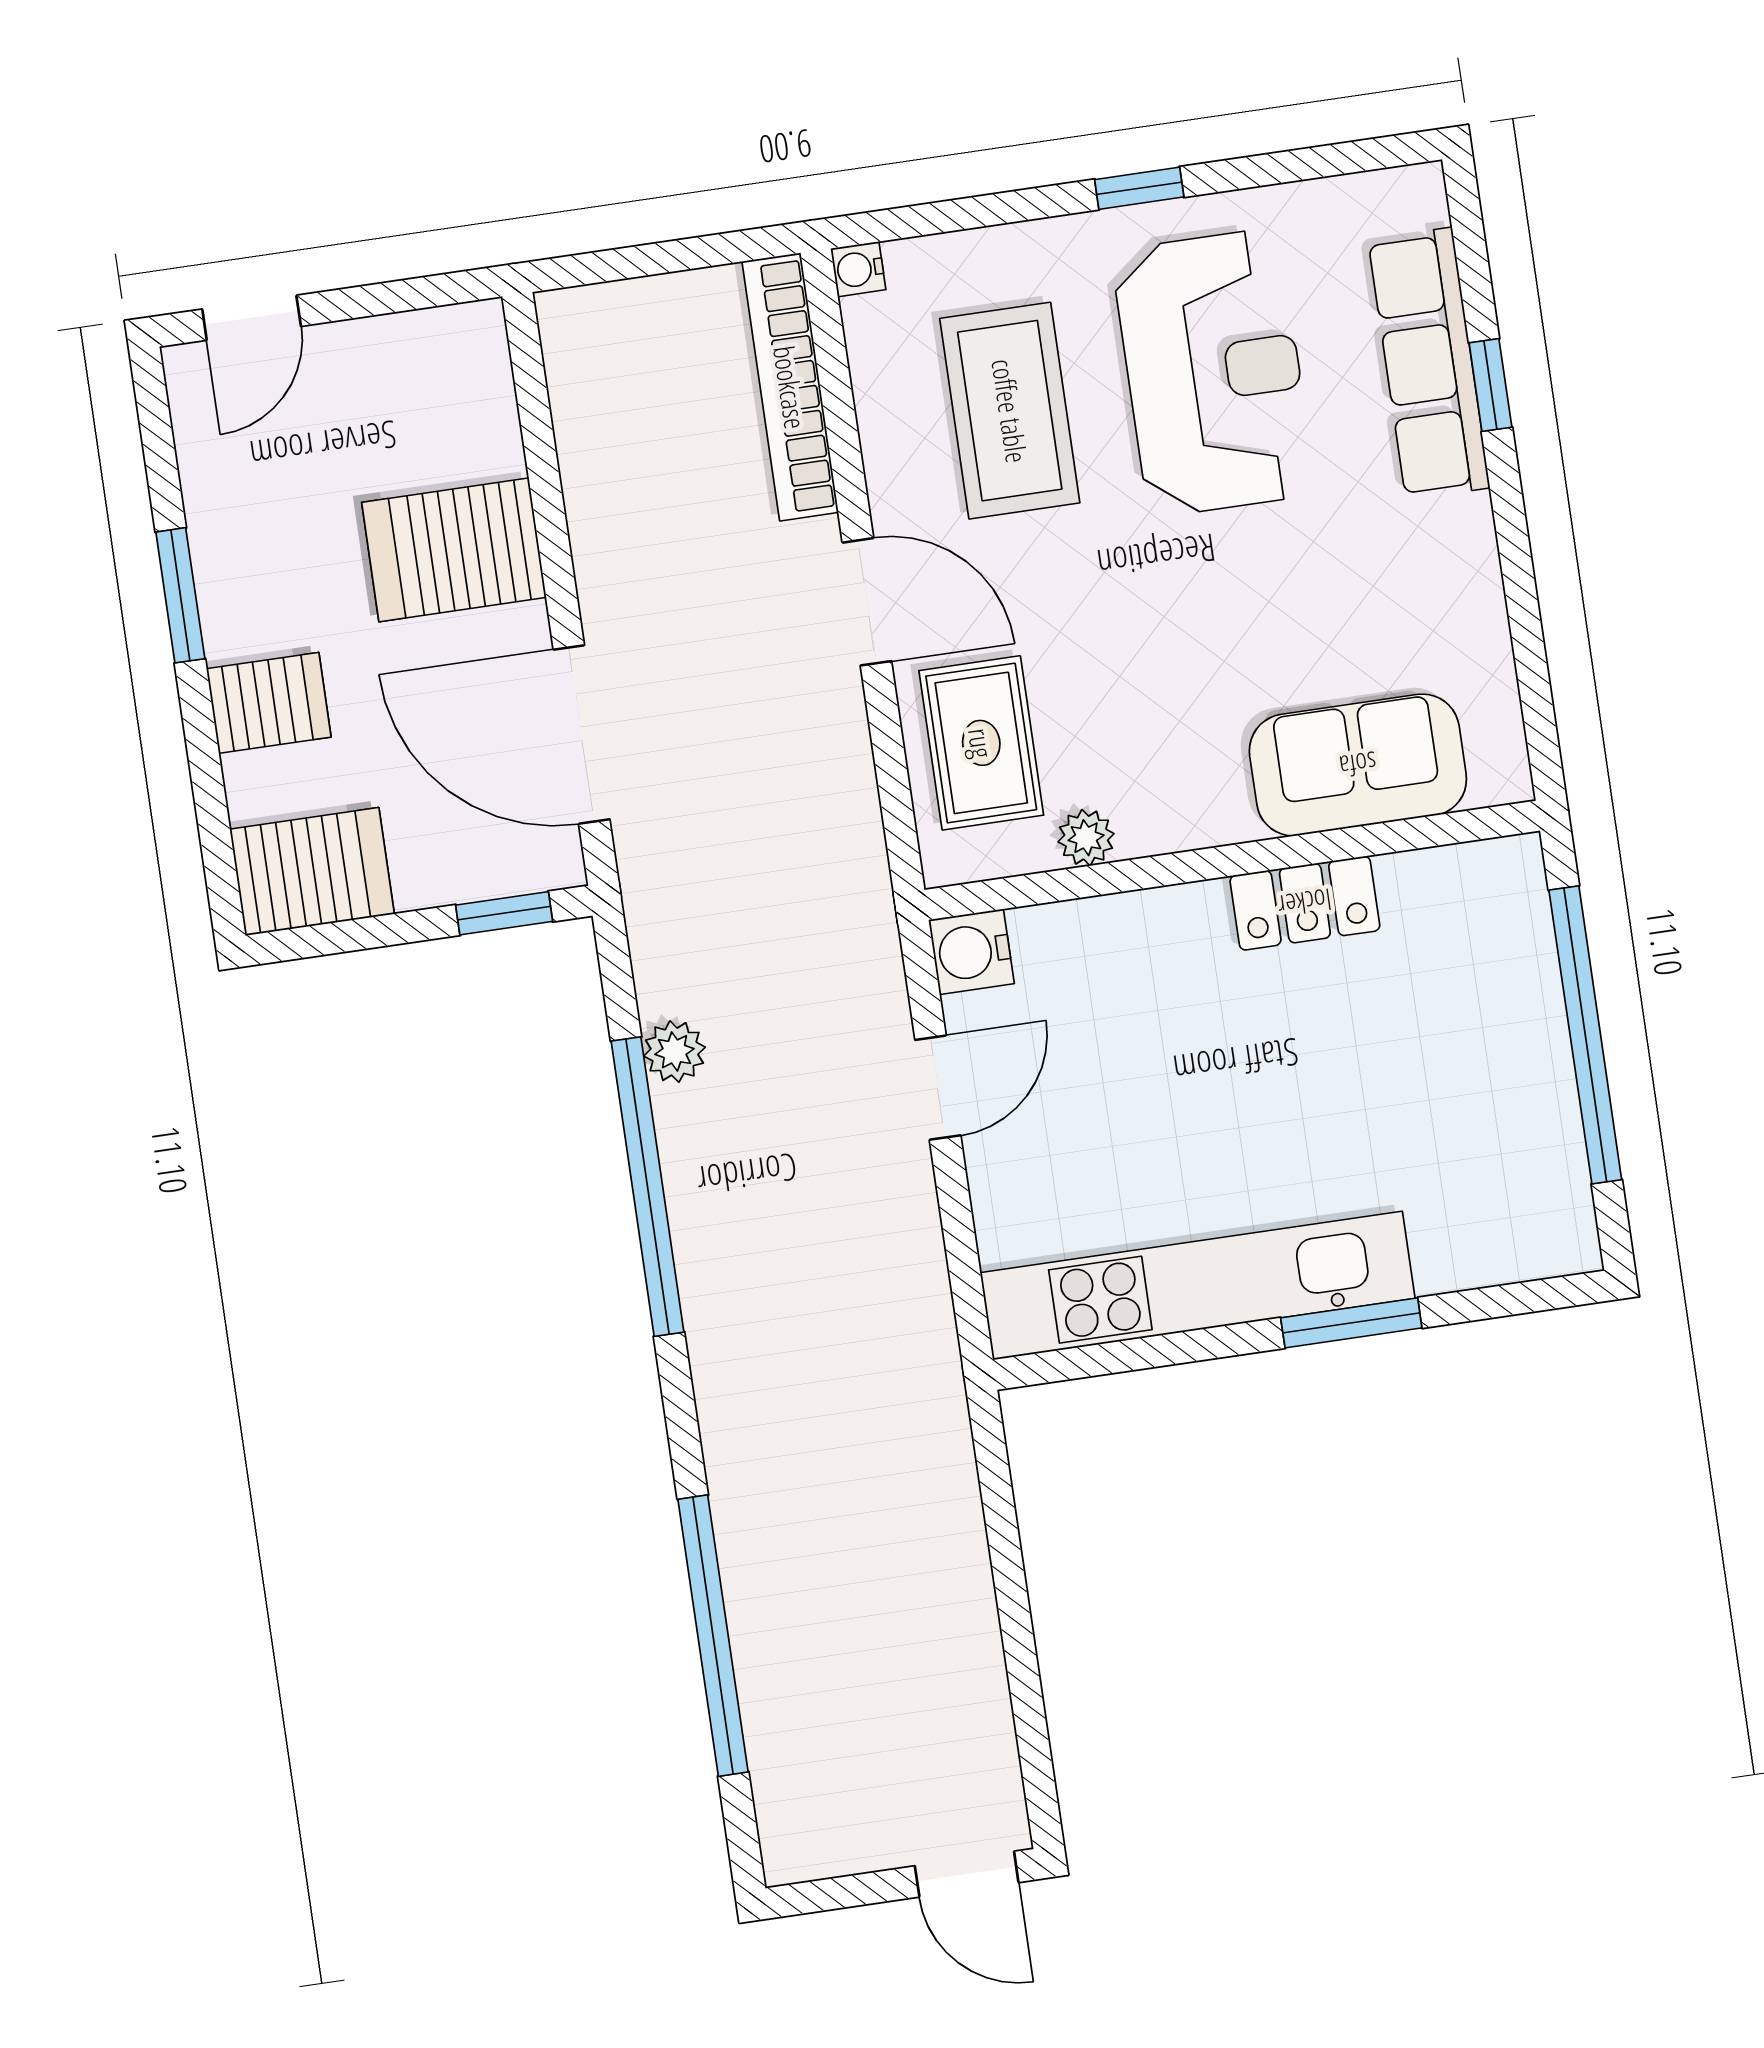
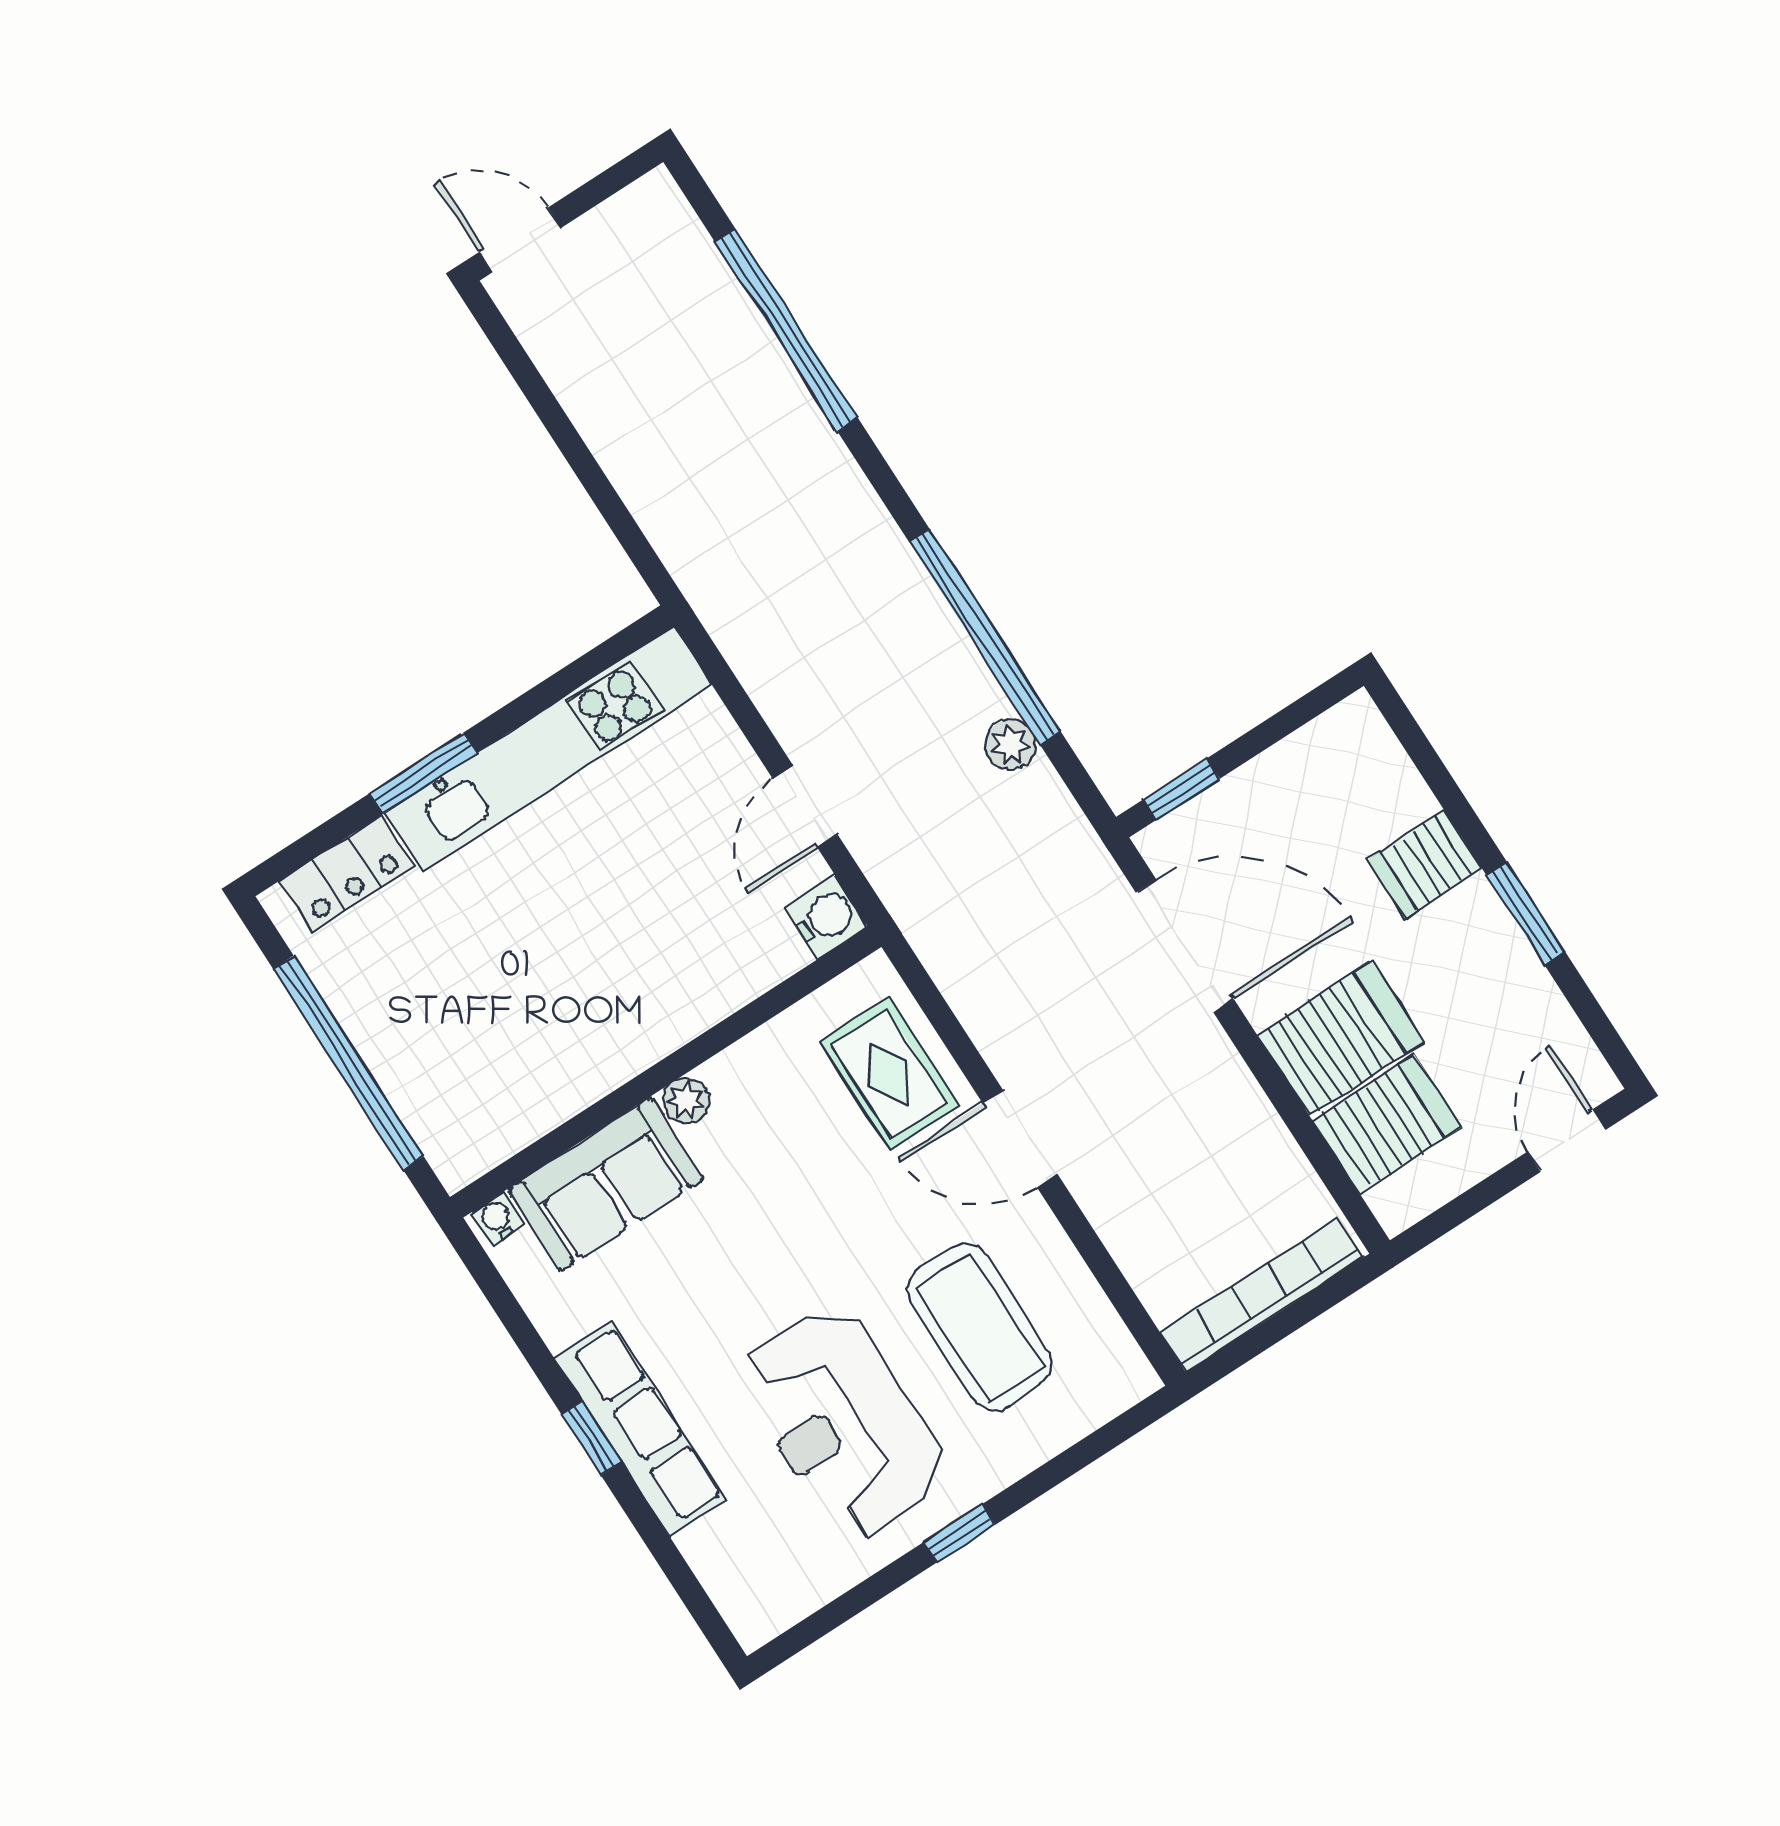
water cooler: (858, 269) -> (497, 1219), moved, turned -90
row of seats: (1429, 364) -> (640, 1428), moved
window: (1490, 385) -> (592, 1438), moved
bookcase: (790, 387) -> (1262, 1295), moved, turned -90
plant: (1086, 838) -> (686, 1101), moved
server rack: (312, 872) -> (1387, 1124), moved, turned 180
locker: (1305, 903) -> (347, 873), moved, turned 180

